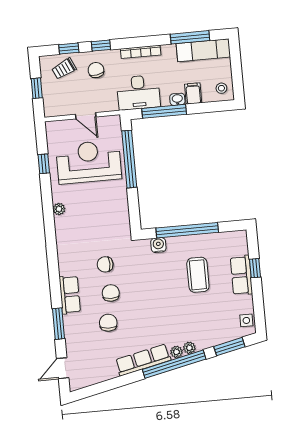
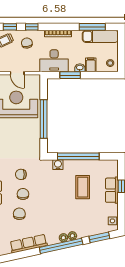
window: (164, 111) -> (70, 75), width x0.69
window: (129, 159) -> (44, 119), moved
row of seats: (143, 360) -> (29, 244), moved

